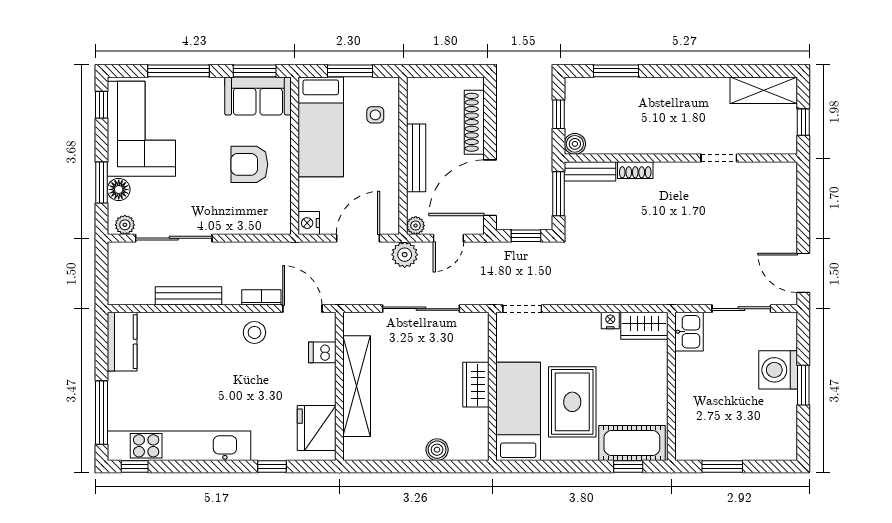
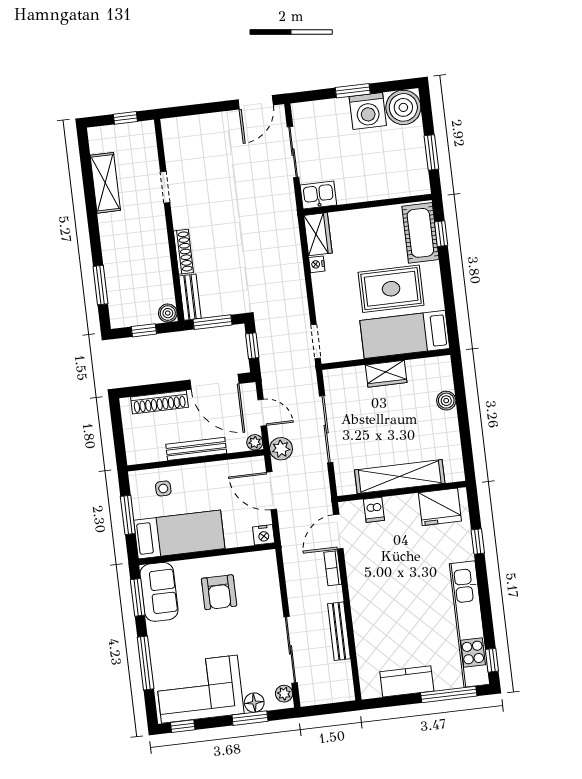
shelving: (764, 90) -> (105, 183), moved
shoe rack: (635, 170) -> (183, 252), width x1.43
stool: (254, 332) -> (364, 570), removed
kitchen counter: (122, 342) -> (407, 681), moved
washing machine: (778, 370) -> (368, 111), moved
boiler: (777, 441) -> (403, 107), added

